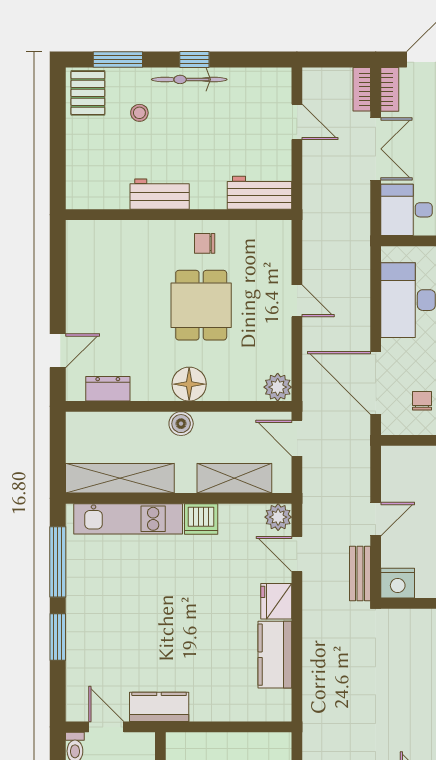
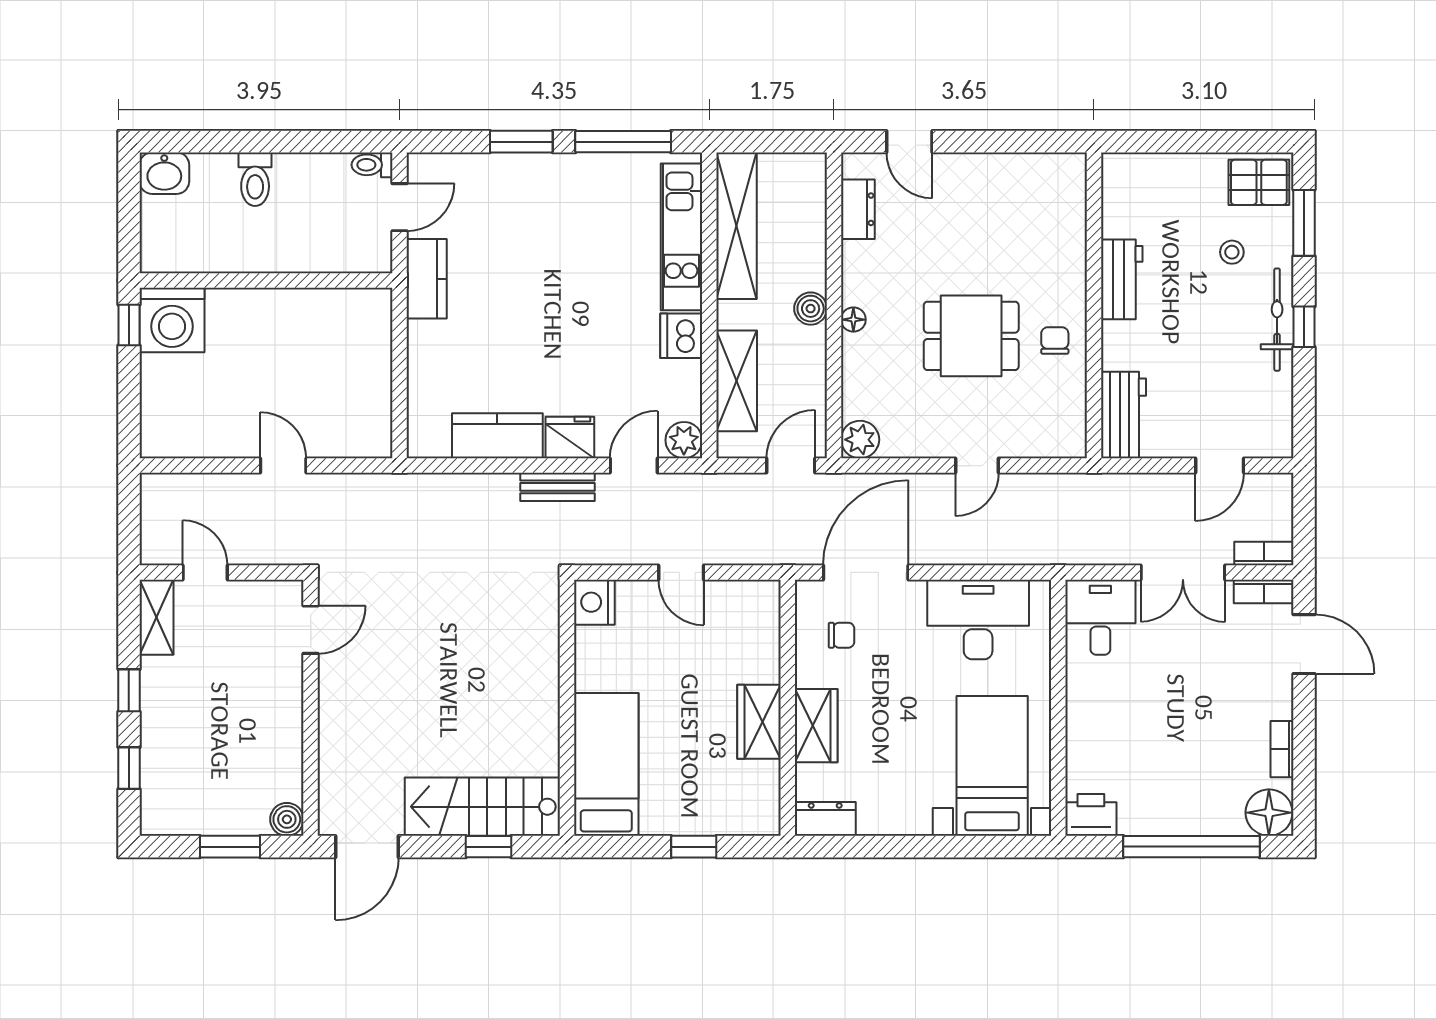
floor lamp: (189, 384) -> (853, 320), width x0.53, depth x0.53
bench: (360, 573) -> (558, 487), moved

